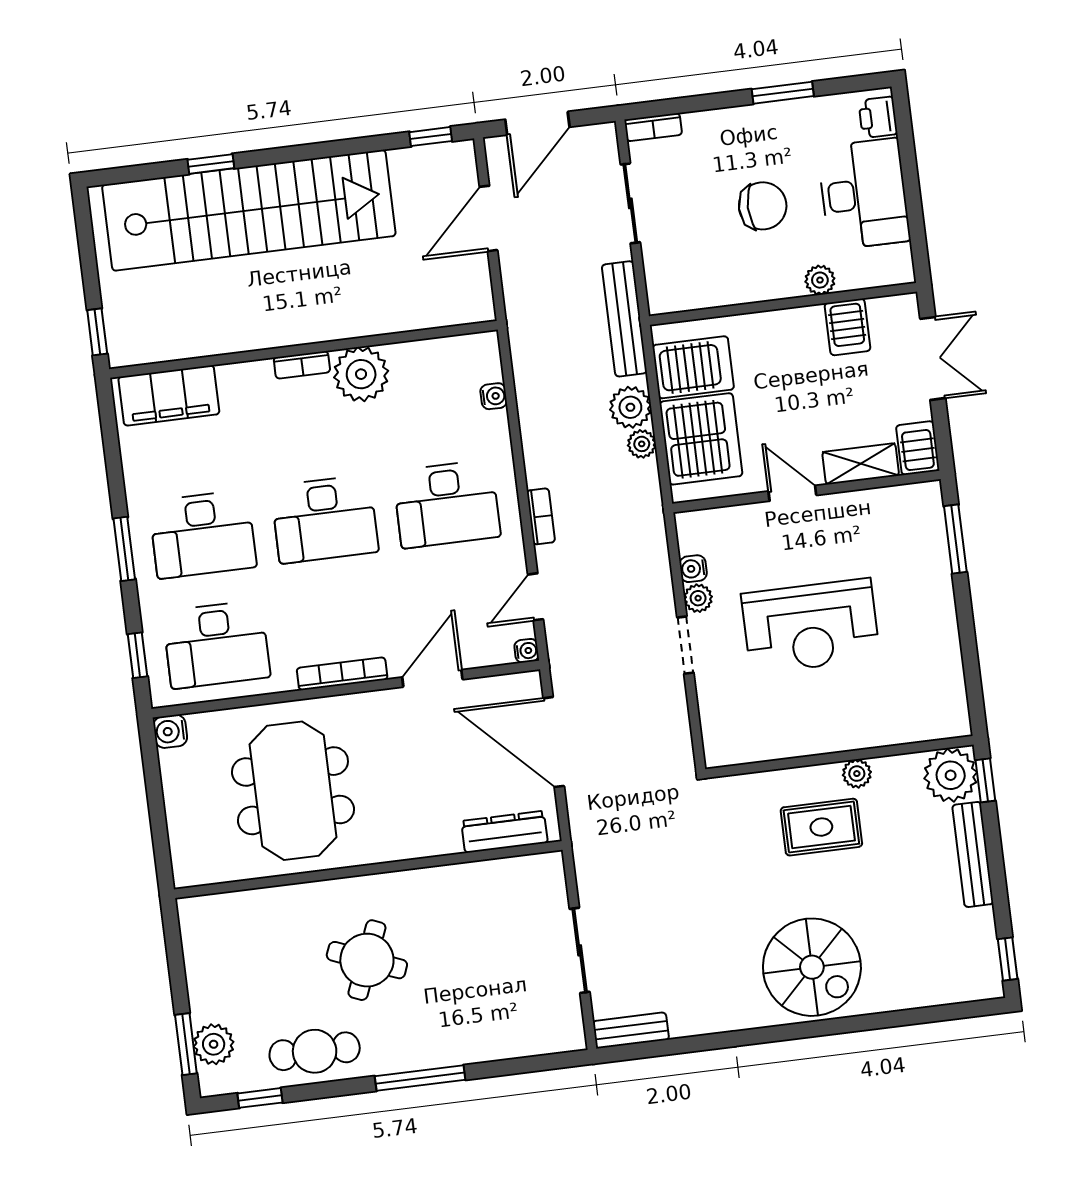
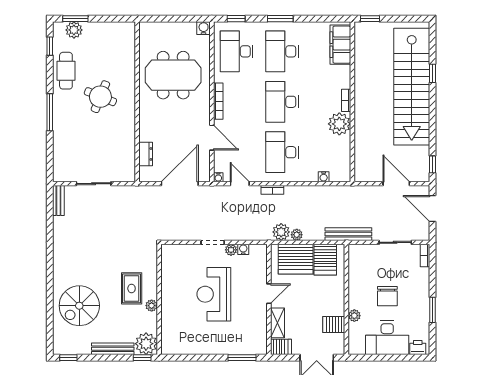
plant: (630, 407) -> (281, 232), moved
dresser: (504, 832) -> (146, 154), width x0.70
spiral stairs: (812, 967) -> (79, 306), moved

